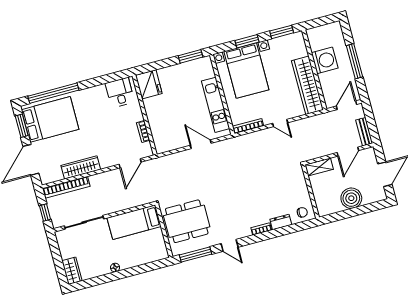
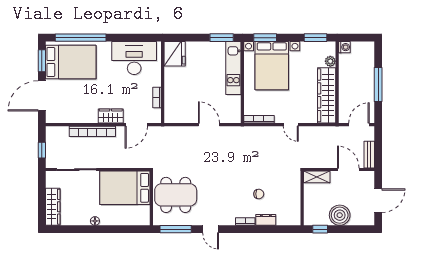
window: (247, 41) -> (265, 38), moved
plant: (302, 51) -> (330, 61), added
washing machine: (325, 60) -> (344, 47), moved, width x0.53, depth x0.53
desk: (120, 93) -> (134, 58), width x1.87, depth x1.30
kitchen unit: (216, 105) -> (233, 68), moved
door: (348, 152) -> (348, 170), swing flipped
wardrobe: (81, 167) -> (111, 116), moved, width x0.67
bookcase: (66, 187) -> (92, 131), moved
chair: (302, 212) -> (259, 194), moved
window: (336, 217) -> (320, 229), added
bed: (134, 222) -> (125, 188), width x1.50
wardrobe: (72, 271) -> (53, 207), width x1.50

